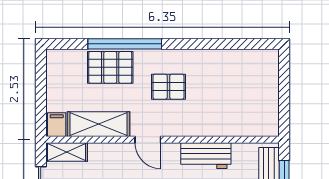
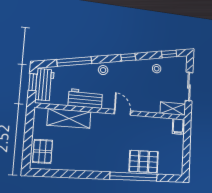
pallet: (168, 87) -> (43, 151), moved, turned 90
shelving: (98, 124) -> (69, 118), moved

